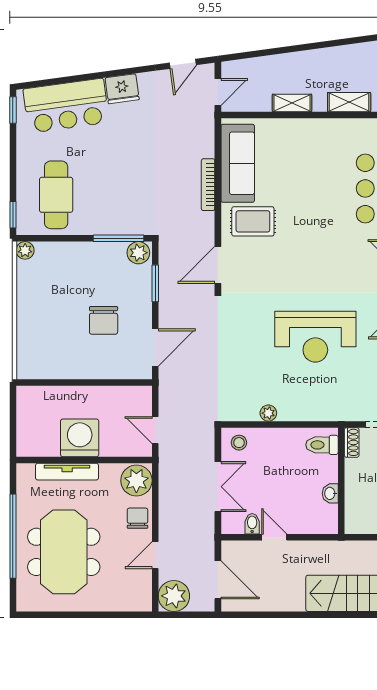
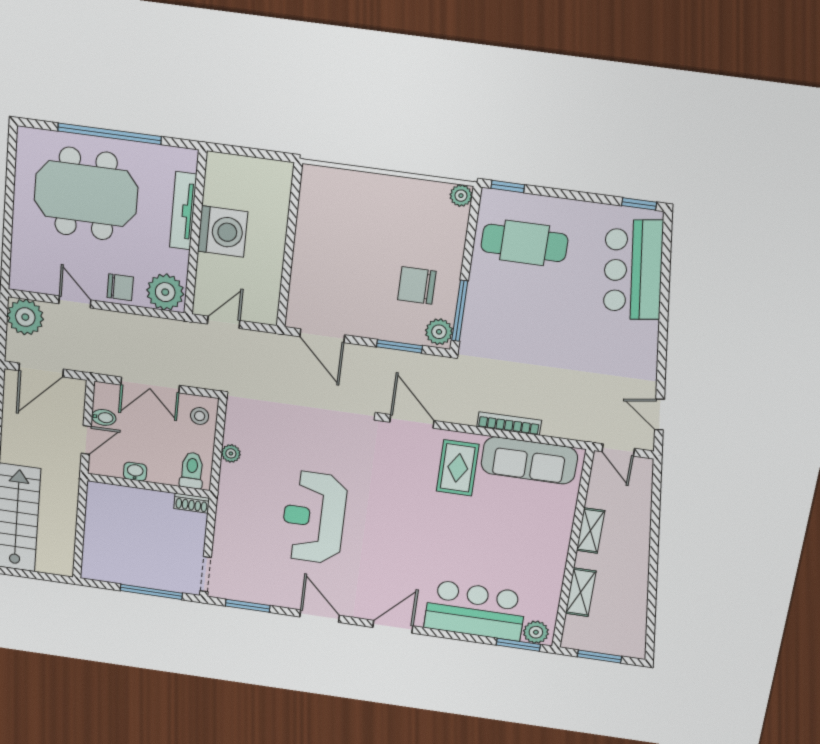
fridge: (122, 89) -> (642, 340), removed
chair: (104, 320) -> (417, 285), moved
shoe rack: (352, 442) -> (192, 503), moved
toilet: (322, 445) -> (192, 470), moved
wall: (341, 481) -> (148, 486), moved
washbasin: (330, 493) -> (135, 472), moved

